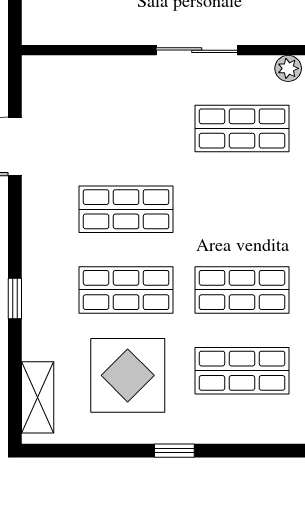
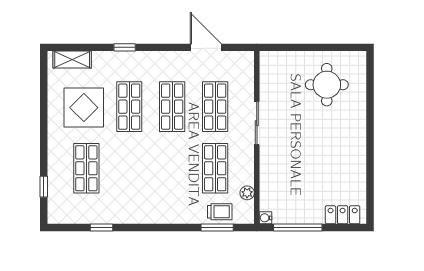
sliding door: (197, 50) -> (257, 123), moved
shop shelf: (242, 290) -> (215, 107), moved
window: (174, 451) -> (44, 187), moved

